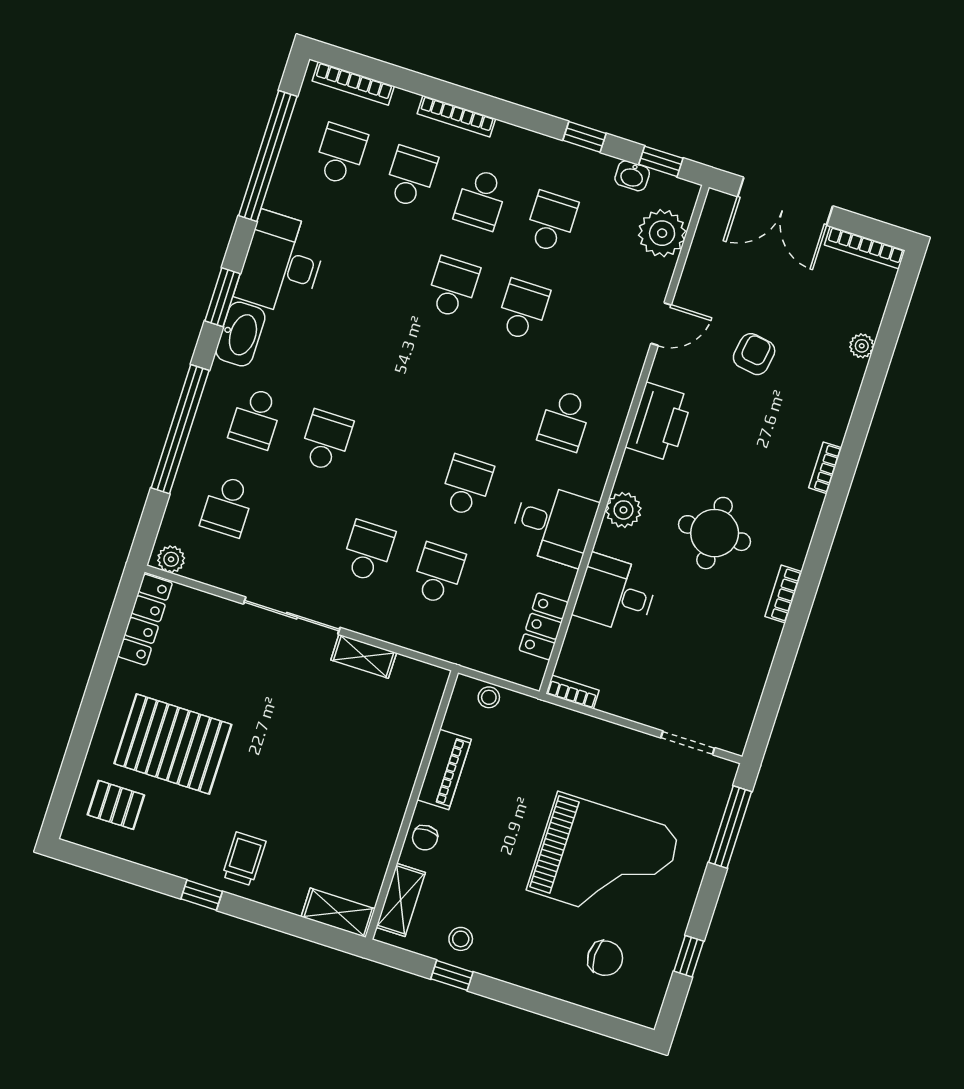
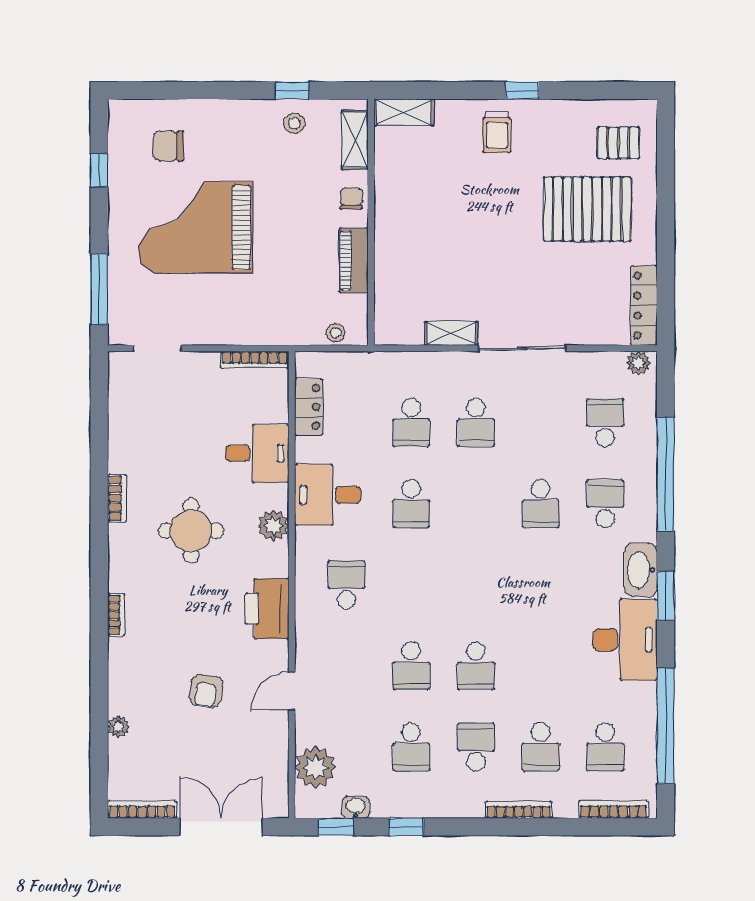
bookcase: (573, 692) -> (255, 360), width x1.56

